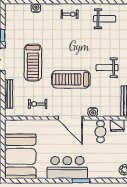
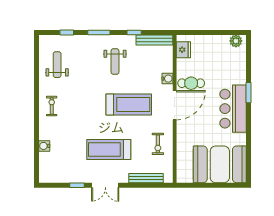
treadmill: (33, 63) -> (109, 149), turned 180
treadmill: (71, 79) -> (129, 104), turned -90
cafe table: (100, 132) -> (191, 83), moved

